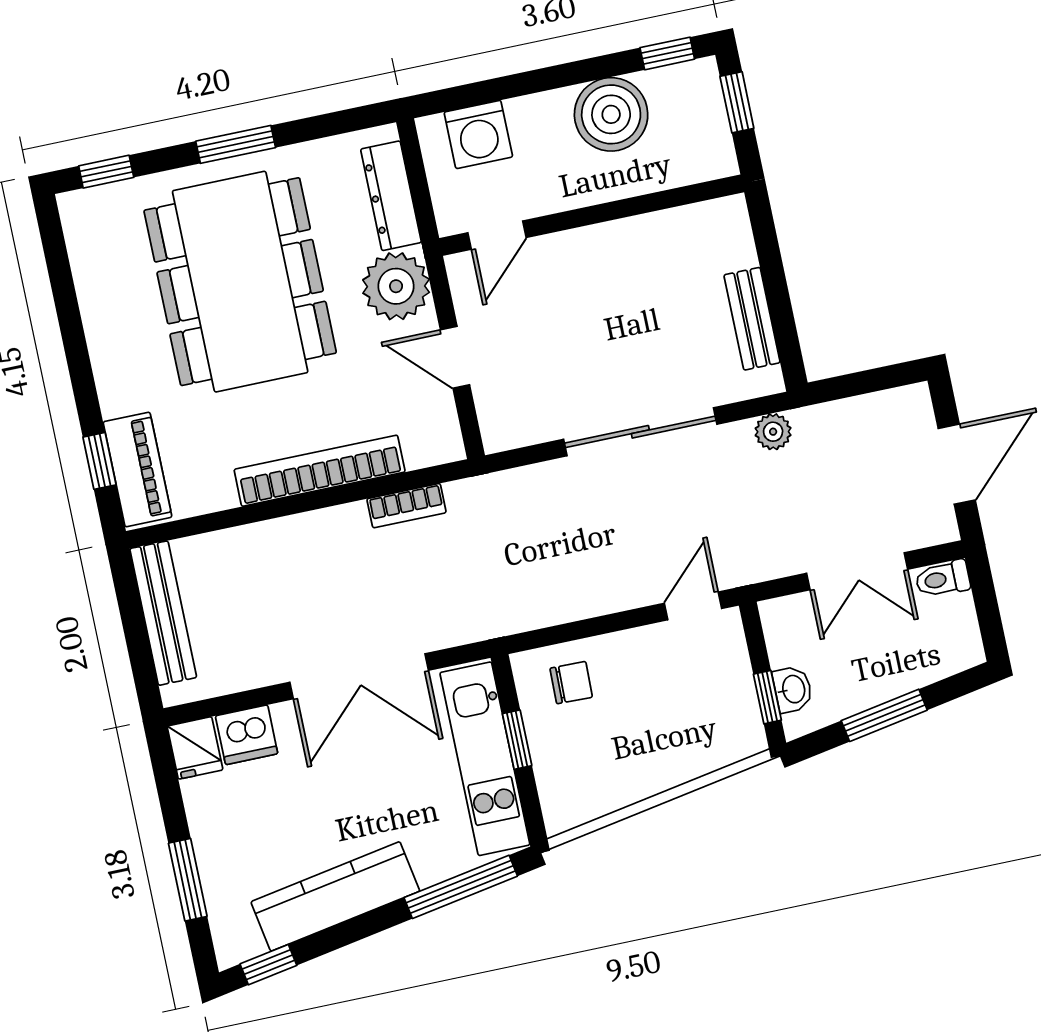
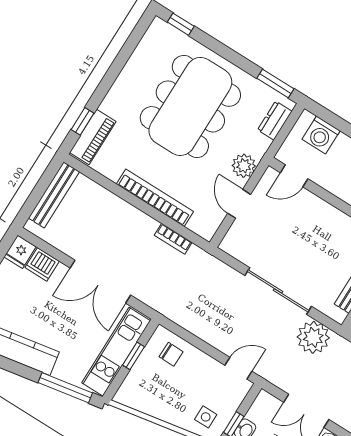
window: (236, 144) -> (275, 83), moved
dresser: (391, 196) -> (275, 121), width x0.70
plant: (396, 286) -> (244, 166), width x0.73, depth x0.73
plant: (773, 432) -> (313, 337), width x1.88, depth x1.88
side table: (715, 727) -> (206, 417), added

